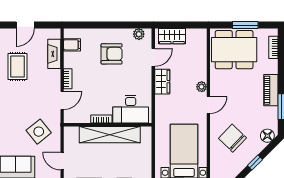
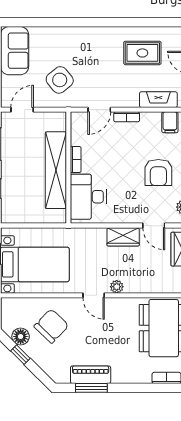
piano: (271, 90) -> (91, 375), moved
door: (62, 100) -> (99, 110), hinge flipped
floor lamp: (267, 136) -> (21, 337), moved

